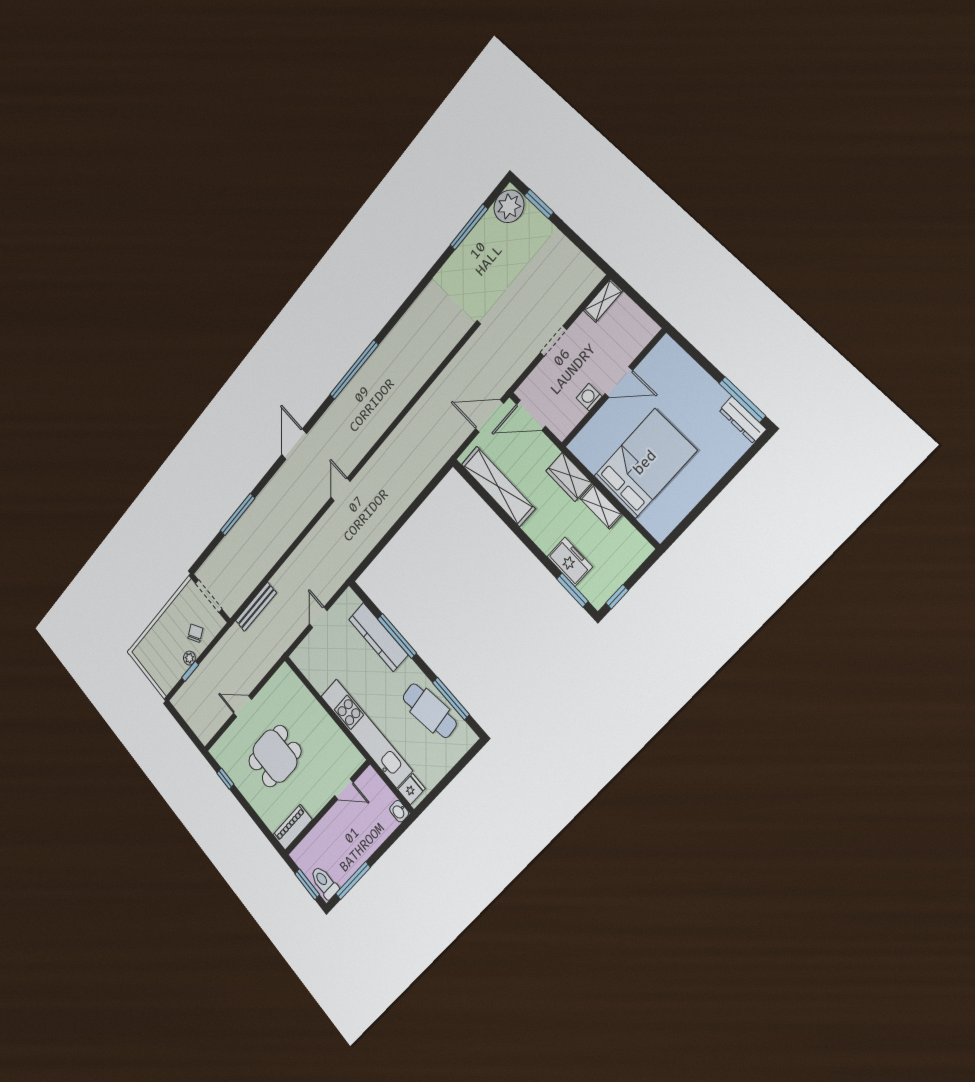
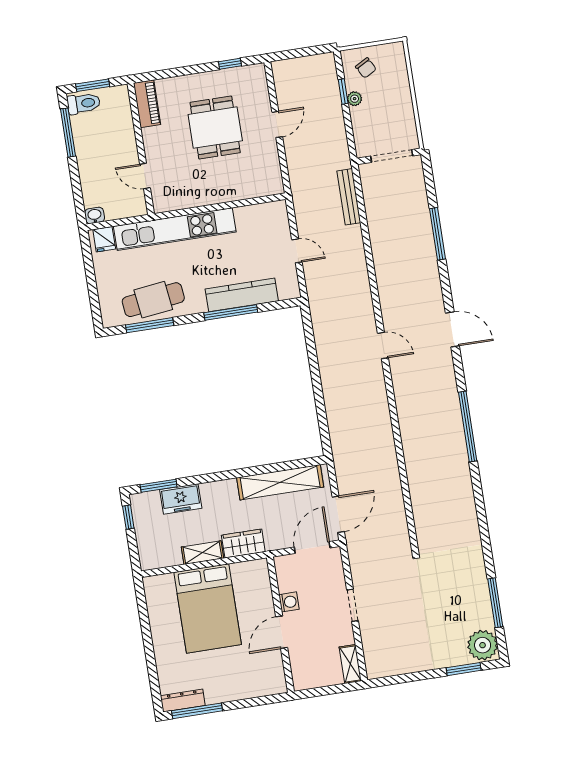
chair: (195, 633) -> (366, 68), moved
door: (344, 789) -> (145, 176), hinge flipped

